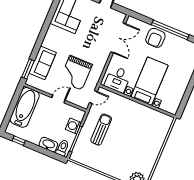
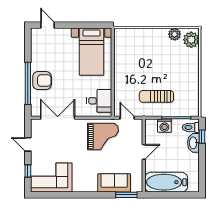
window: (170, 30) -> (28, 83), moved
grand piano: (76, 73) -> (103, 137), moved
bed with nightstands: (149, 81) -> (92, 52), moved, turned -90
door: (58, 99) -> (144, 152), swing flipped
window: (19, 141) -> (202, 137), moved
plant: (148, 167) -> (175, 34), added

